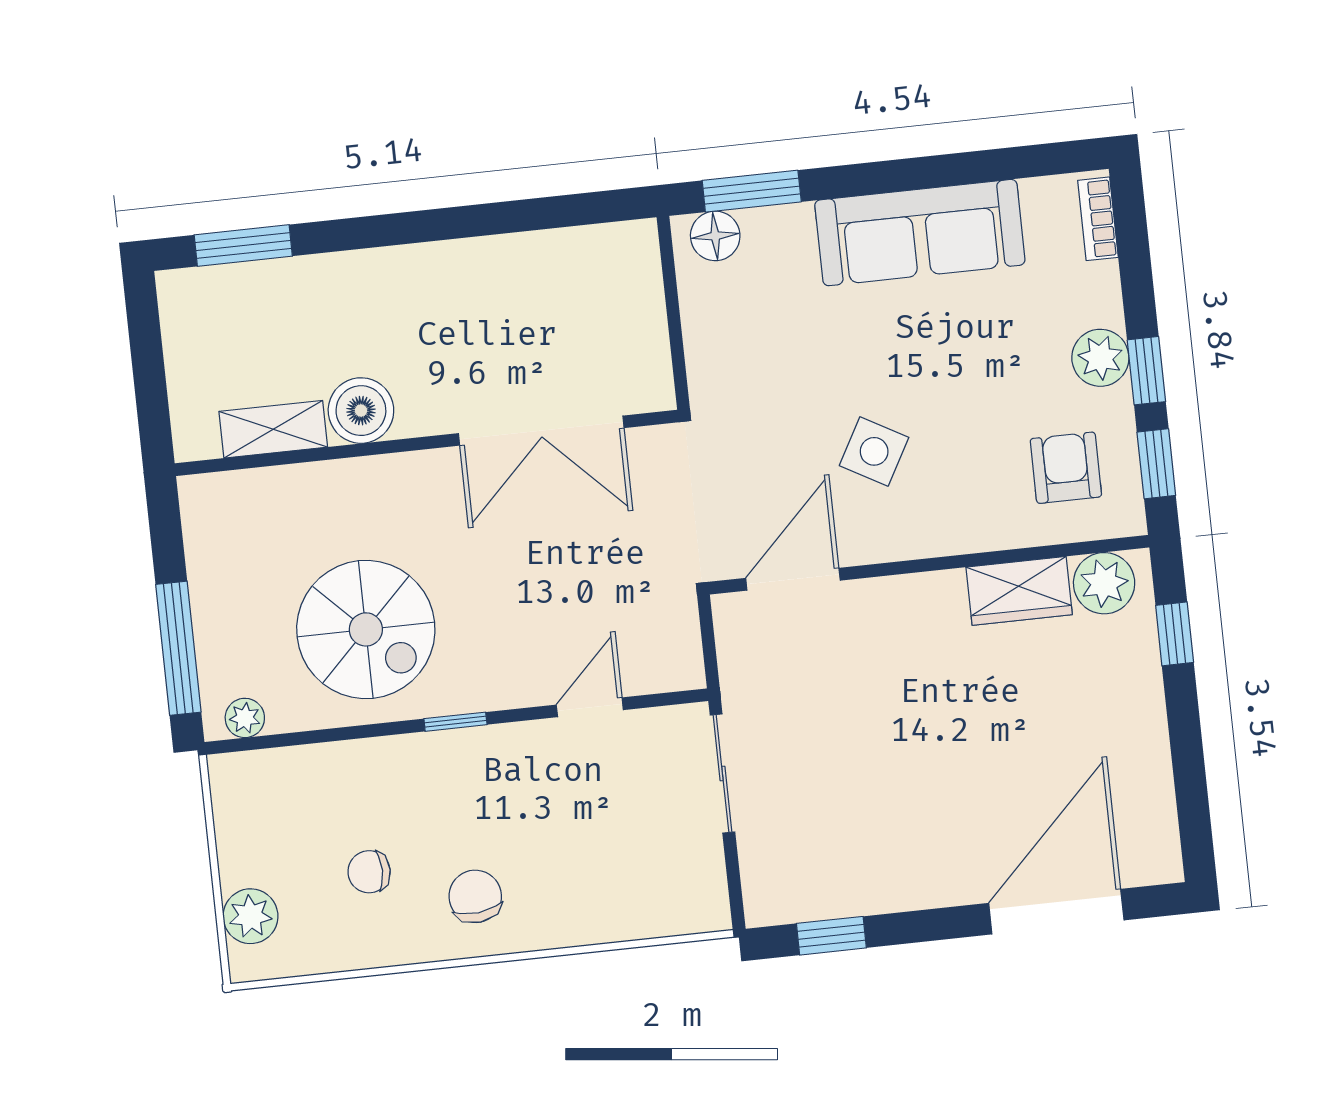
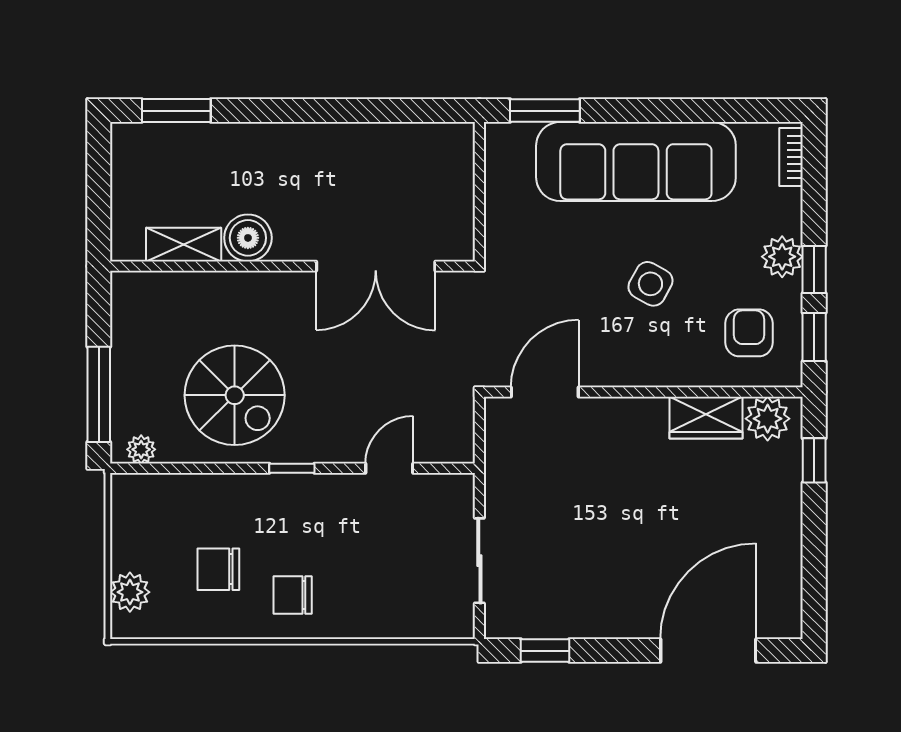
sofa: (920, 233) -> (636, 162), width x1.36, depth x1.27
floor lamp: (715, 236) -> (515, 140), removed
side table: (874, 451) -> (650, 284), moved
sliding door: (722, 773) -> (479, 561), moved
chair: (369, 872) -> (218, 569), width x1.37, depth x1.37
chair: (475, 896) -> (293, 595), turned -84

